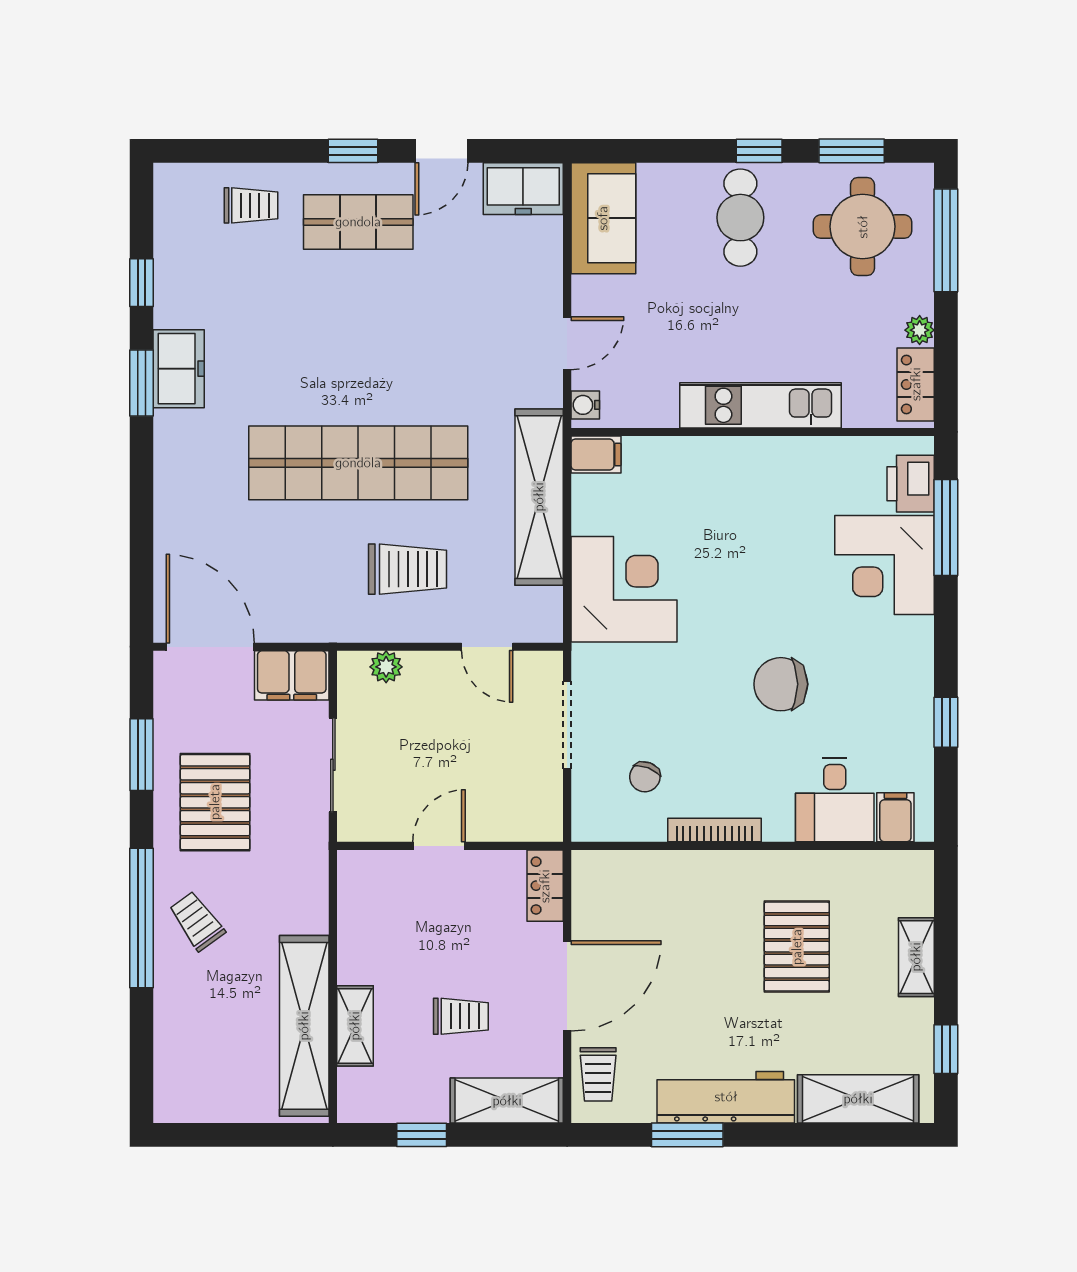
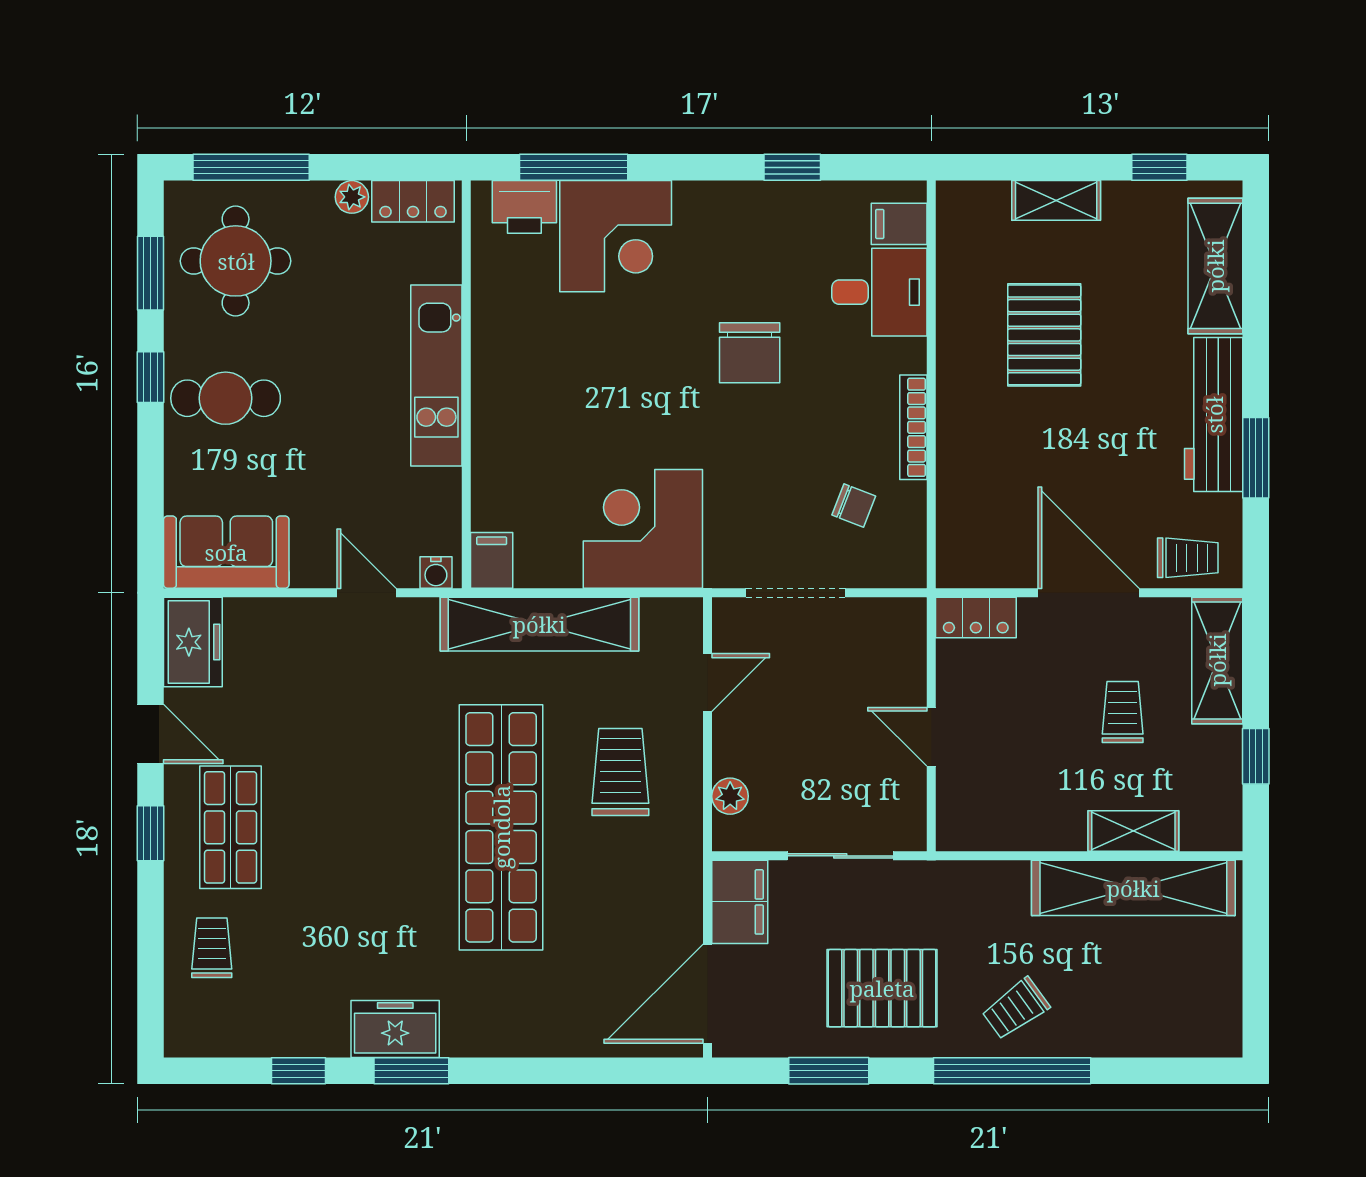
pallet: (797, 947) -> (1044, 335), turned 90

